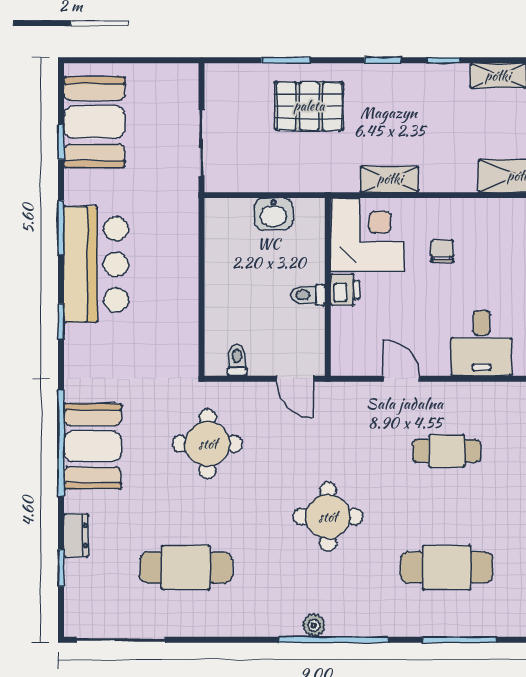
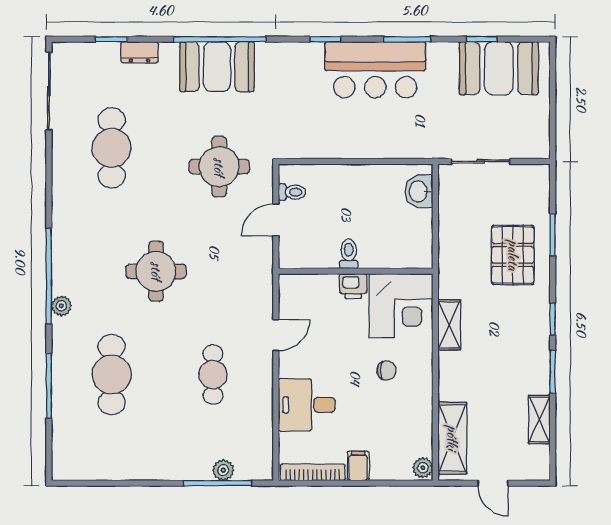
window: (444, 60) -> (553, 372), width x1.50
washbasin: (273, 214) -> (419, 191), moved
door: (295, 379) -> (276, 220), moved
plant: (314, 625) -> (61, 306), moved

